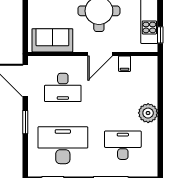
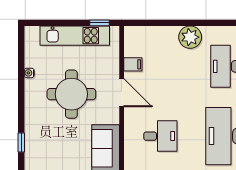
desk: (63, 87) -> (160, 136), width x0.73

